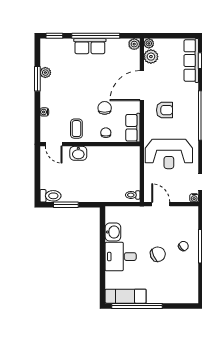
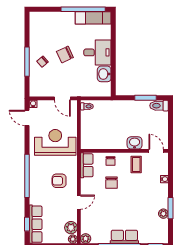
door: (142, 86) -> (79, 202), width x0.53

